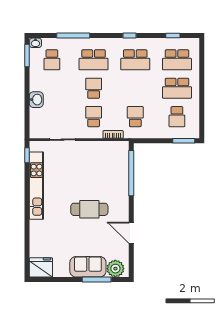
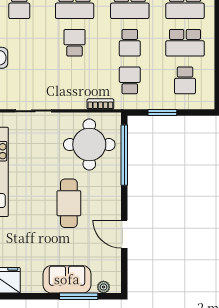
school desk: (94, 117) -> (130, 43), moved, turned 180
window: (184, 141) -> (162, 112), moved
round table: (105, 165) -> (89, 145), added
cafe table: (89, 209) -> (69, 203), turned 90
plant: (115, 269) -> (103, 287), width x0.53, depth x0.53

